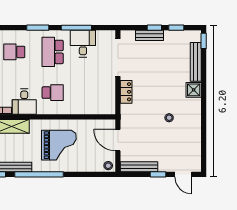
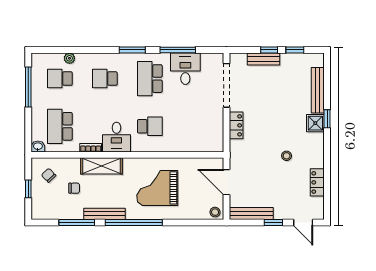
window: (204, 41) -> (327, 119), moved
locker: (195, 140) -> (317, 182), added
grand piano: (59, 145) -> (157, 188), turned 180

